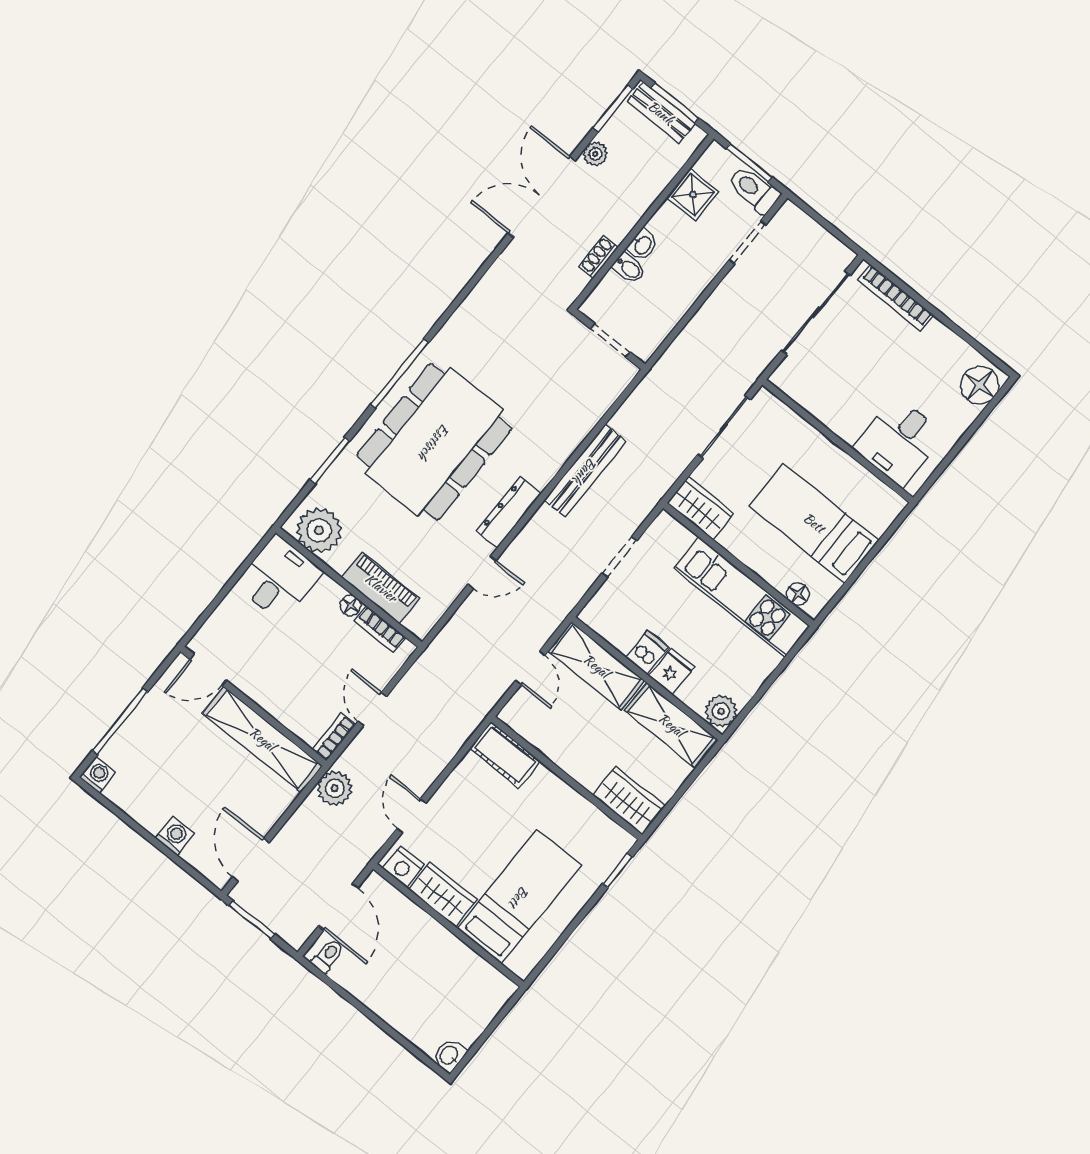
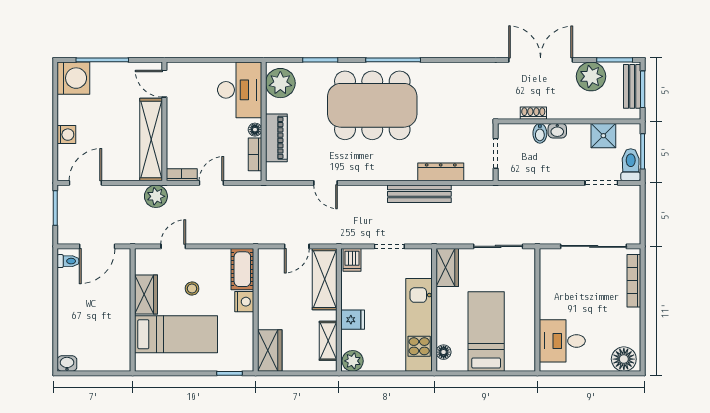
plant: (595, 154) -> (591, 76), width x1.87, depth x1.87
dresser: (509, 512) -> (441, 172), moved
desk: (279, 578) -> (240, 90), width x1.37
dishwasher: (647, 652) -> (352, 260), moved, turned 90
shelving: (671, 725) -> (328, 341), width x0.67, depth x0.75
washing machine: (98, 775) -> (73, 78), width x1.89, depth x1.89
stool: (480, 834) -> (192, 289), added
nightstand: (403, 867) -> (244, 302), moved, turned 180

